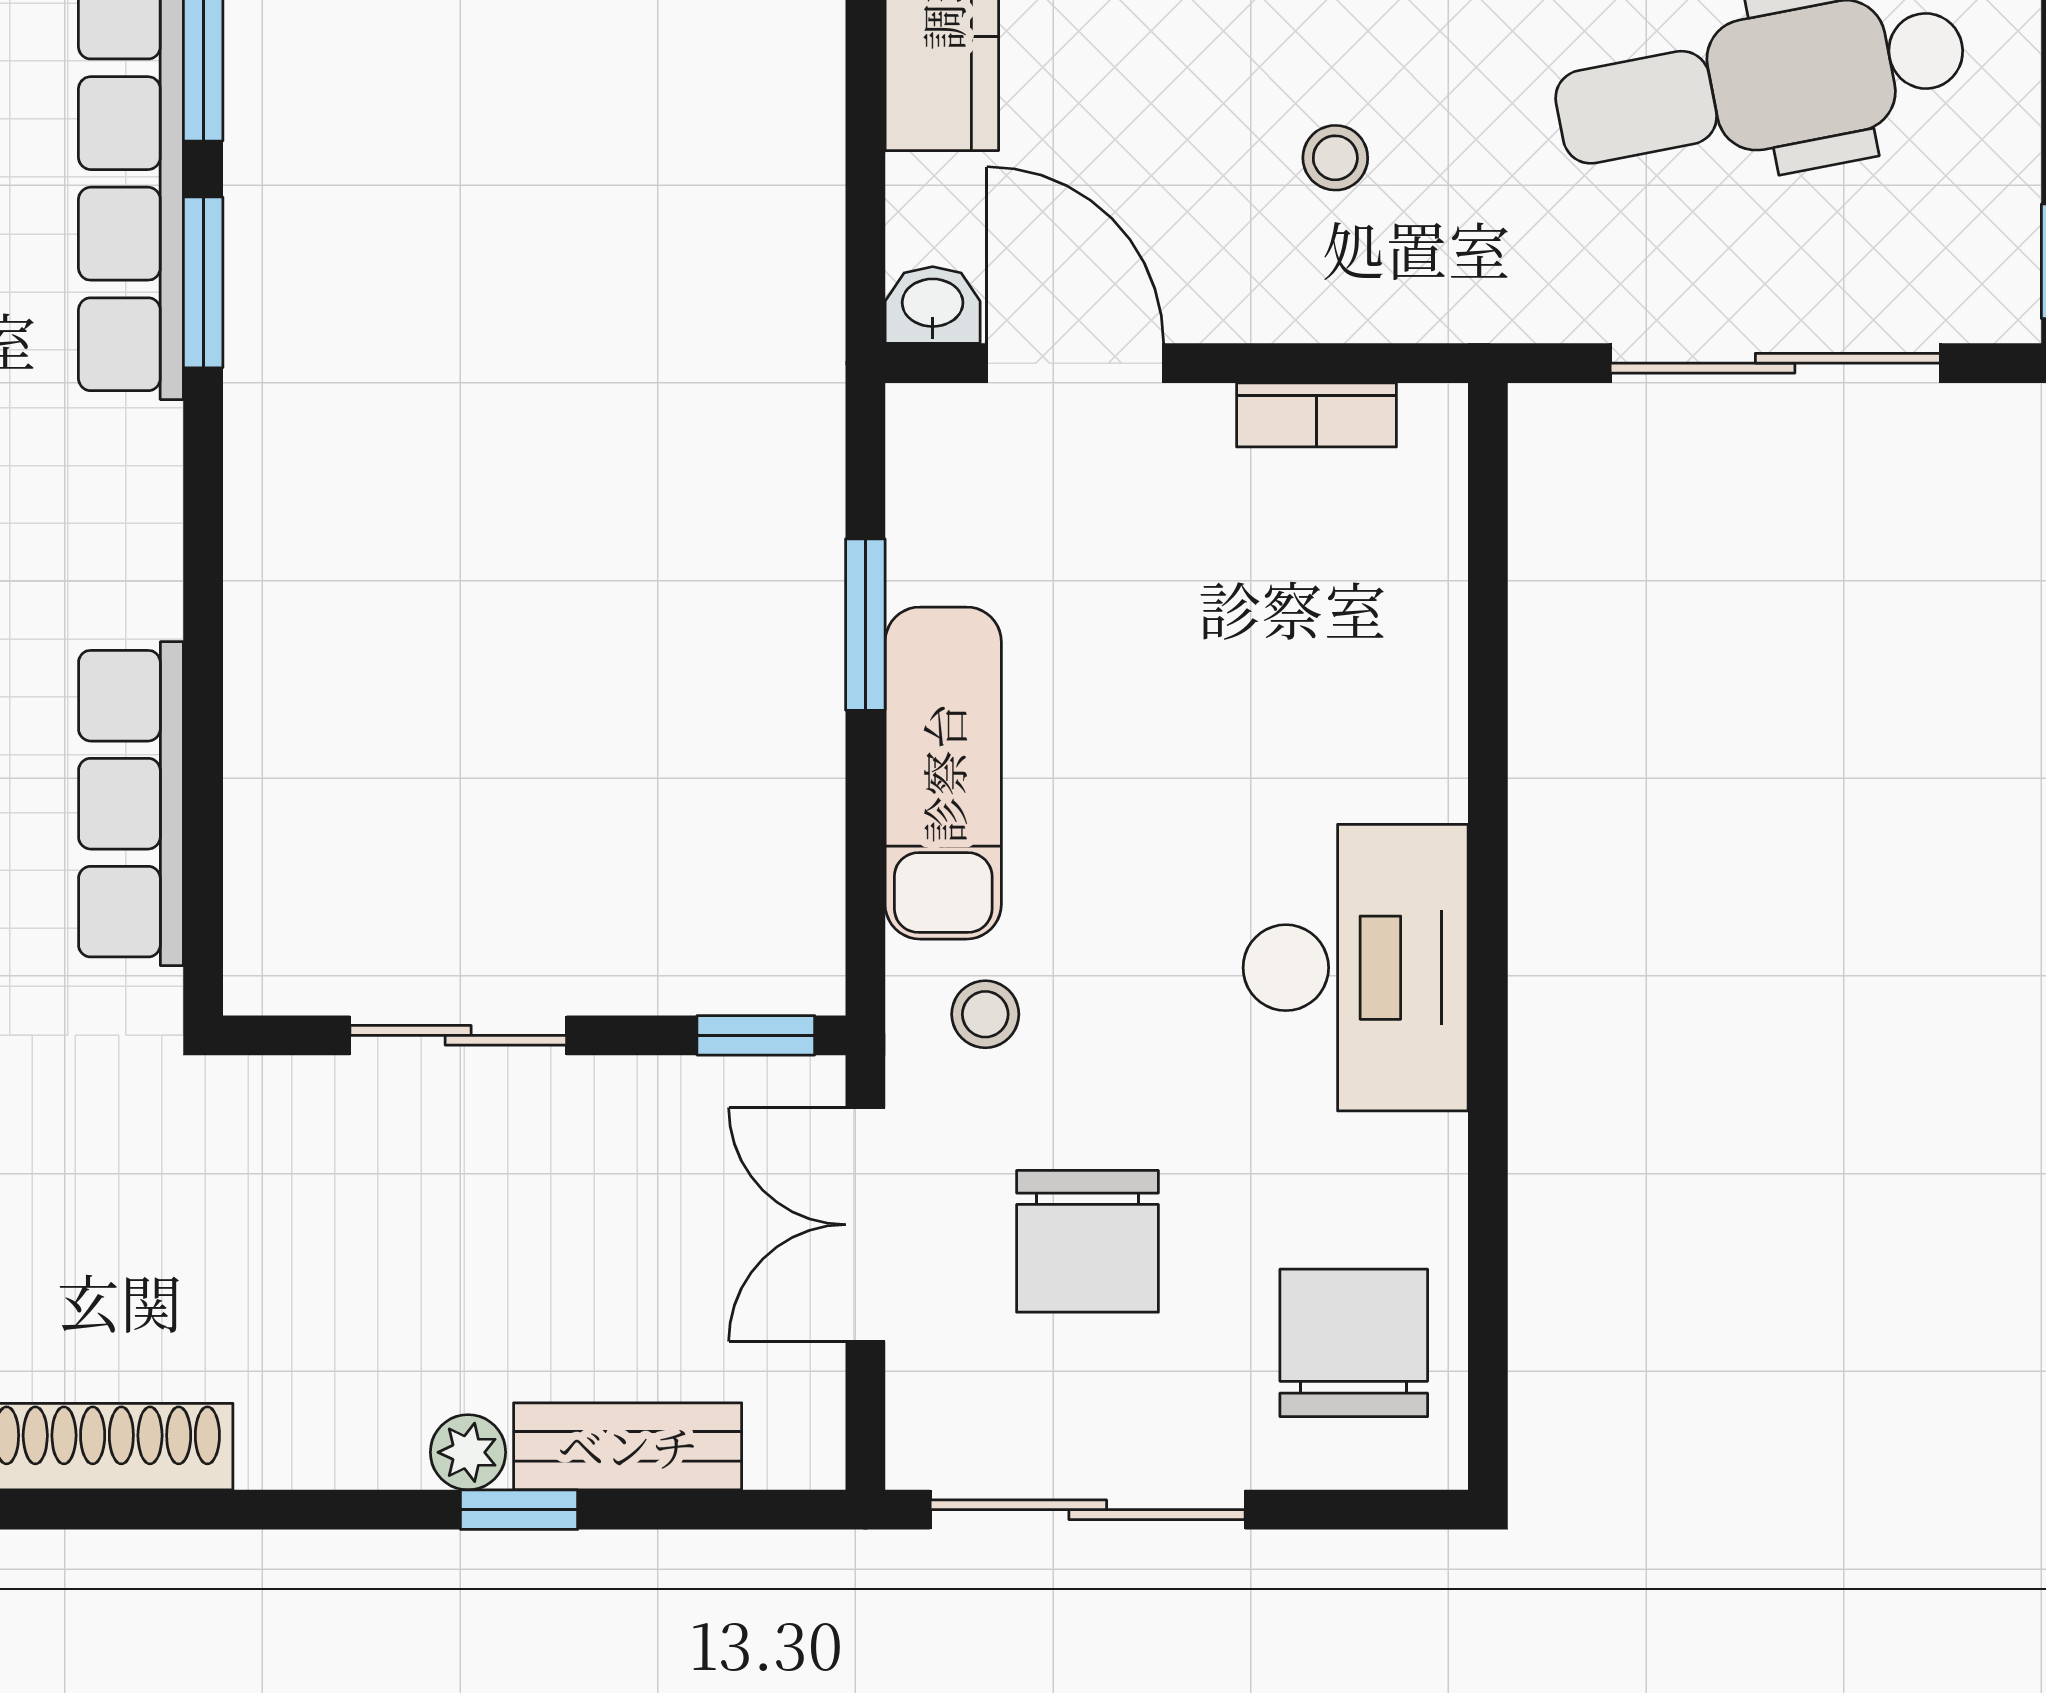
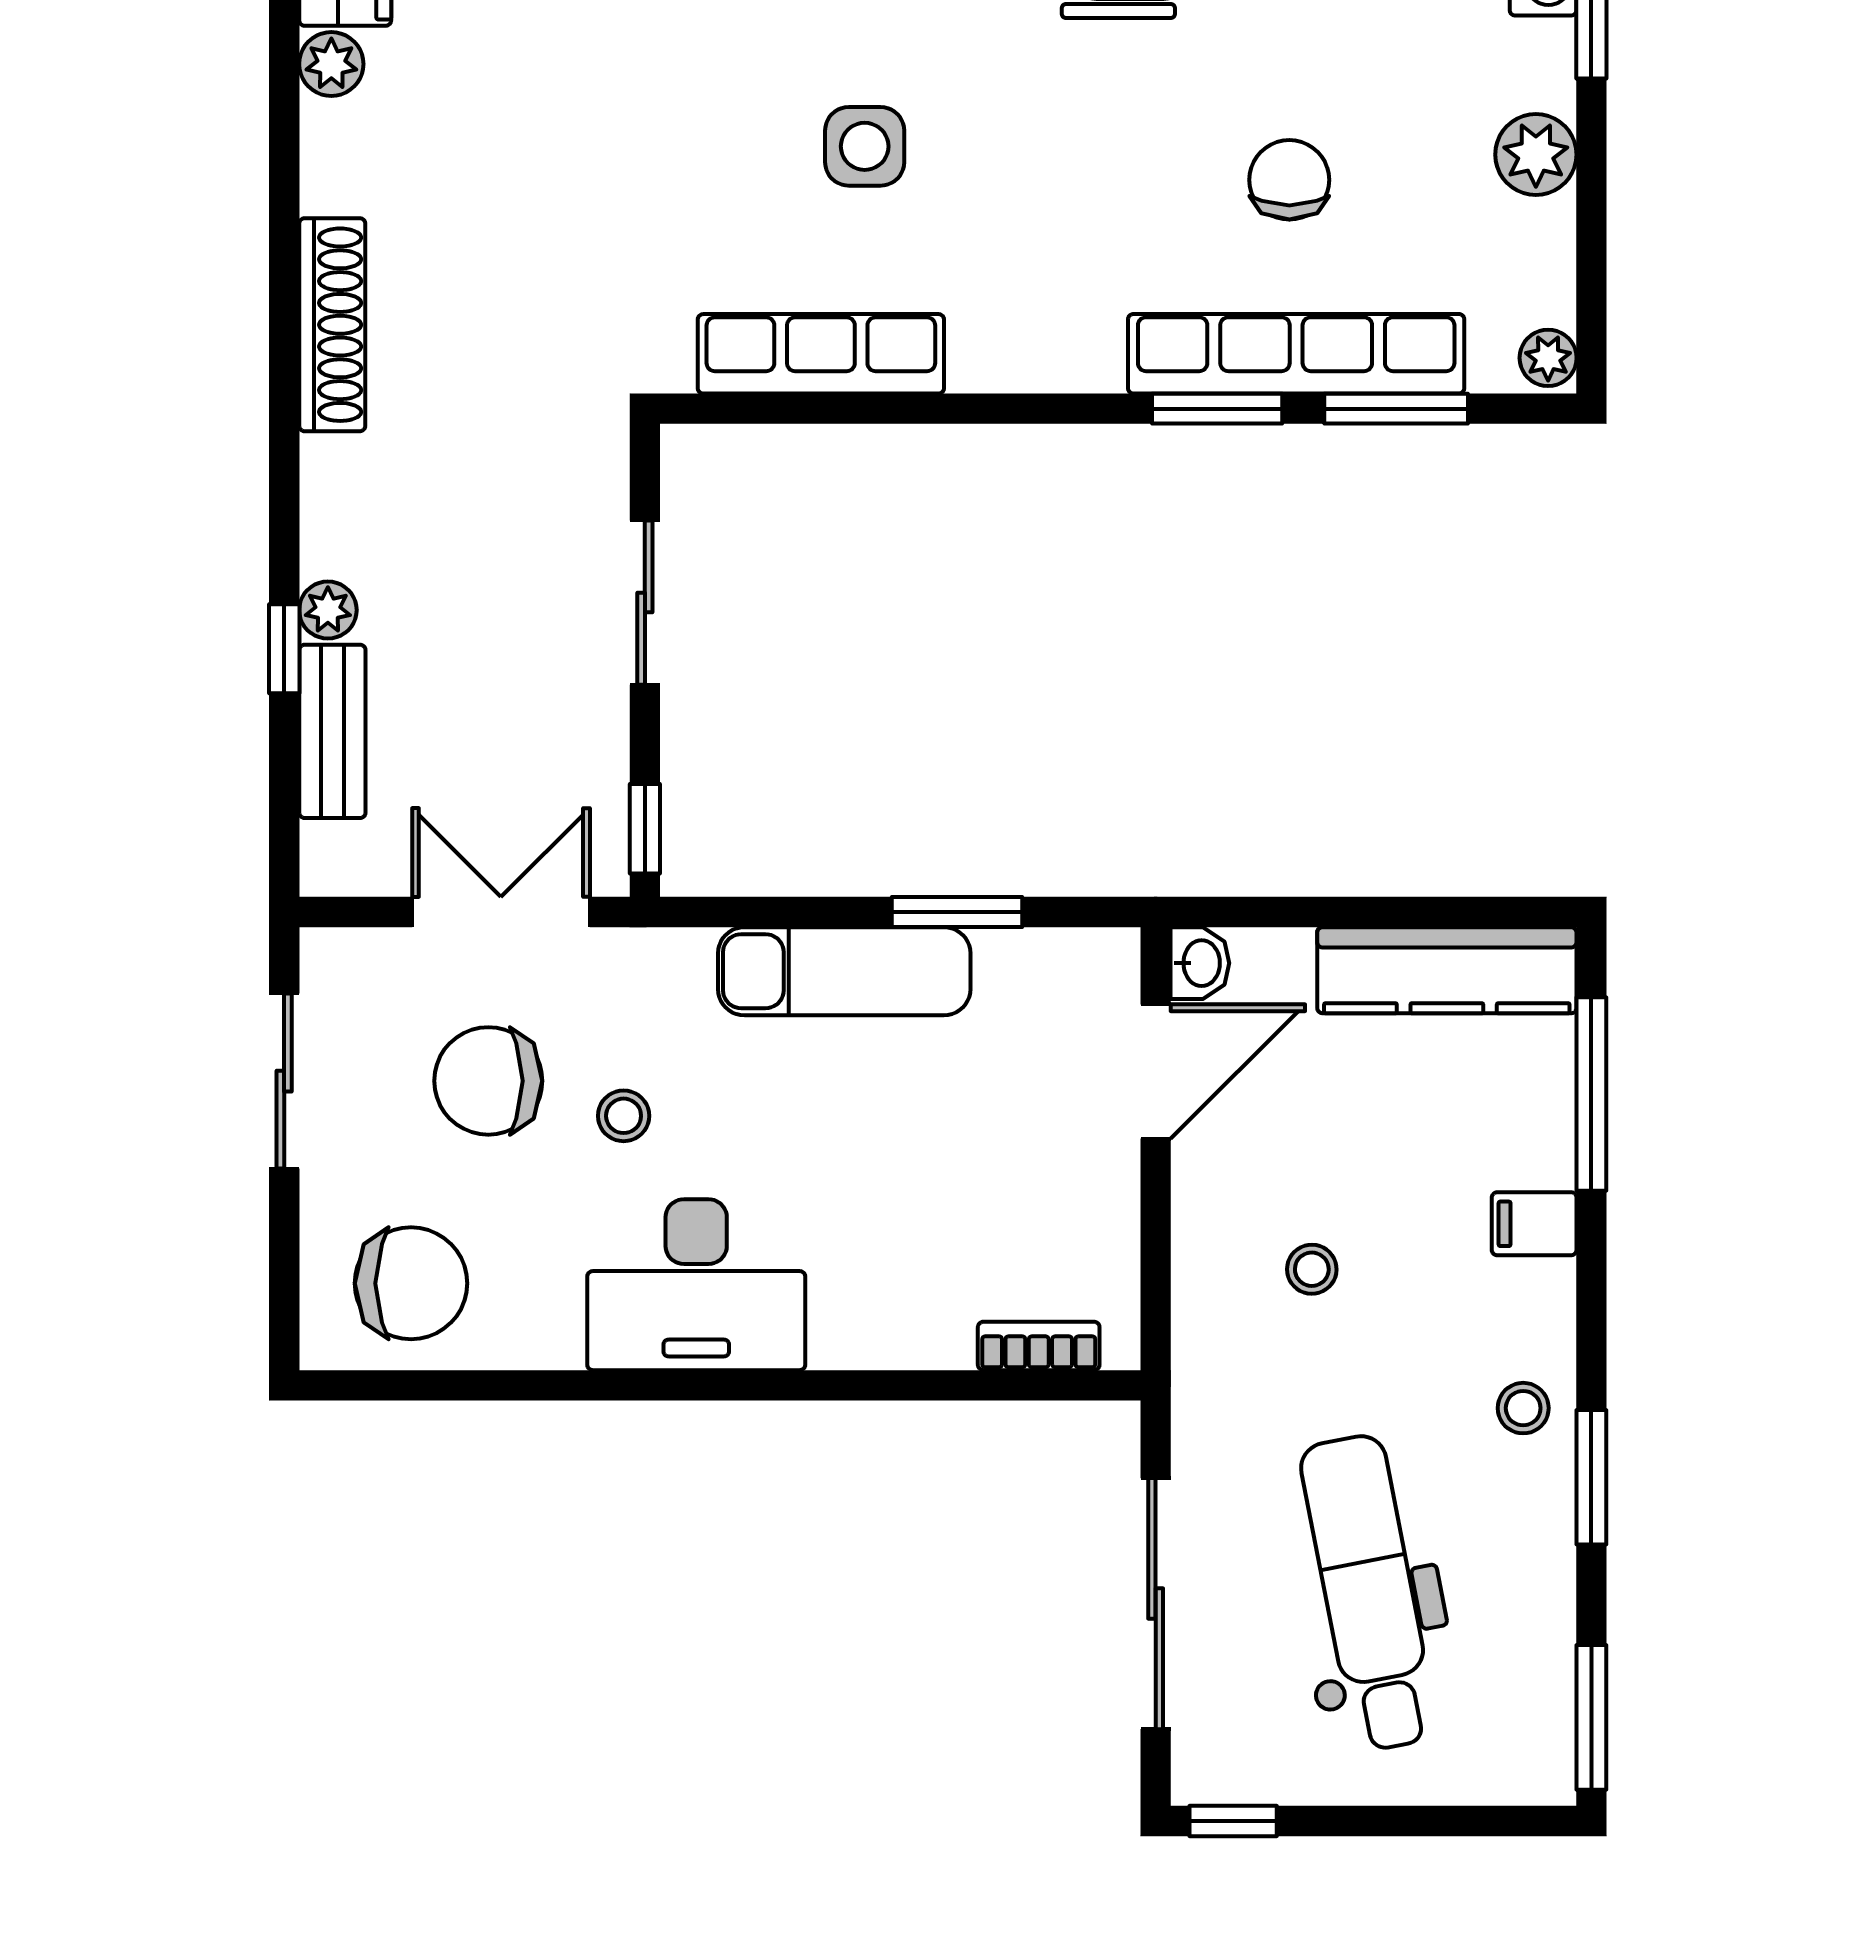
bookcase: (1316, 415) -> (1039, 1346), moved, turned 90
stool: (985, 1014) -> (624, 1116), moved
sliding door: (1088, 1510) -> (284, 1081), width x0.73

